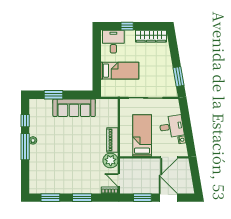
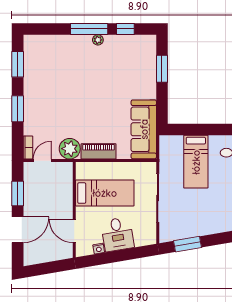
sofa: (74, 108) -> (144, 129), moved

